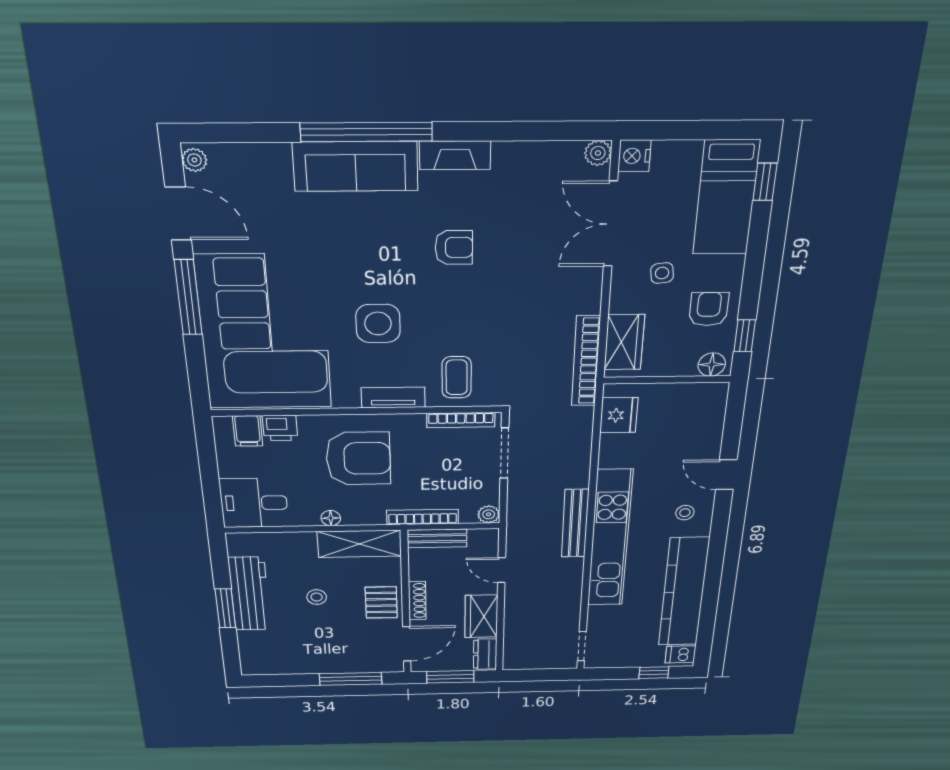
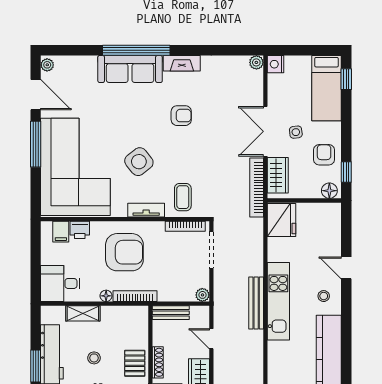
double door: (610, 224) -> (265, 131), moved
side table: (378, 324) -> (139, 162), turned -38
fridge: (619, 415) -> (282, 220), width x1.36, depth x1.34
bookcase: (423, 517) -> (135, 296), moved
kitchen unit: (610, 539) -> (278, 301), width x0.73
shelving: (359, 544) -> (83, 313), moved, width x0.67, depth x0.75

